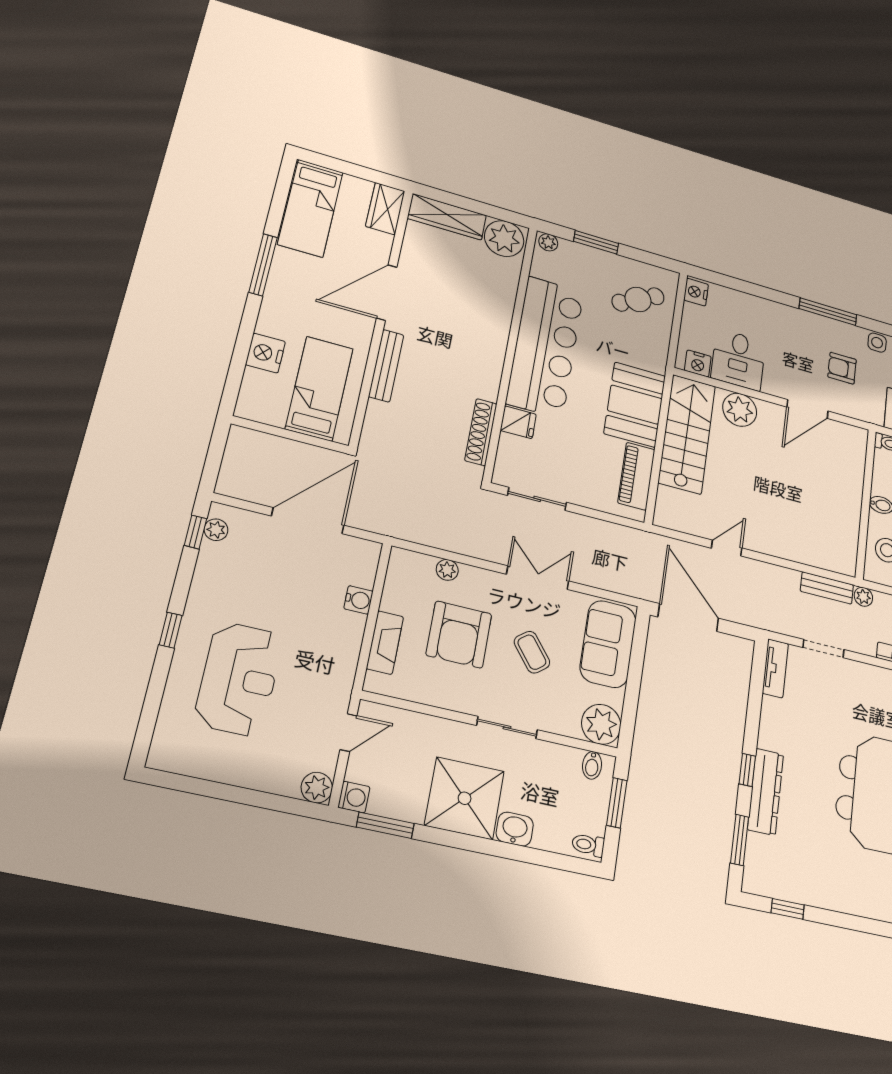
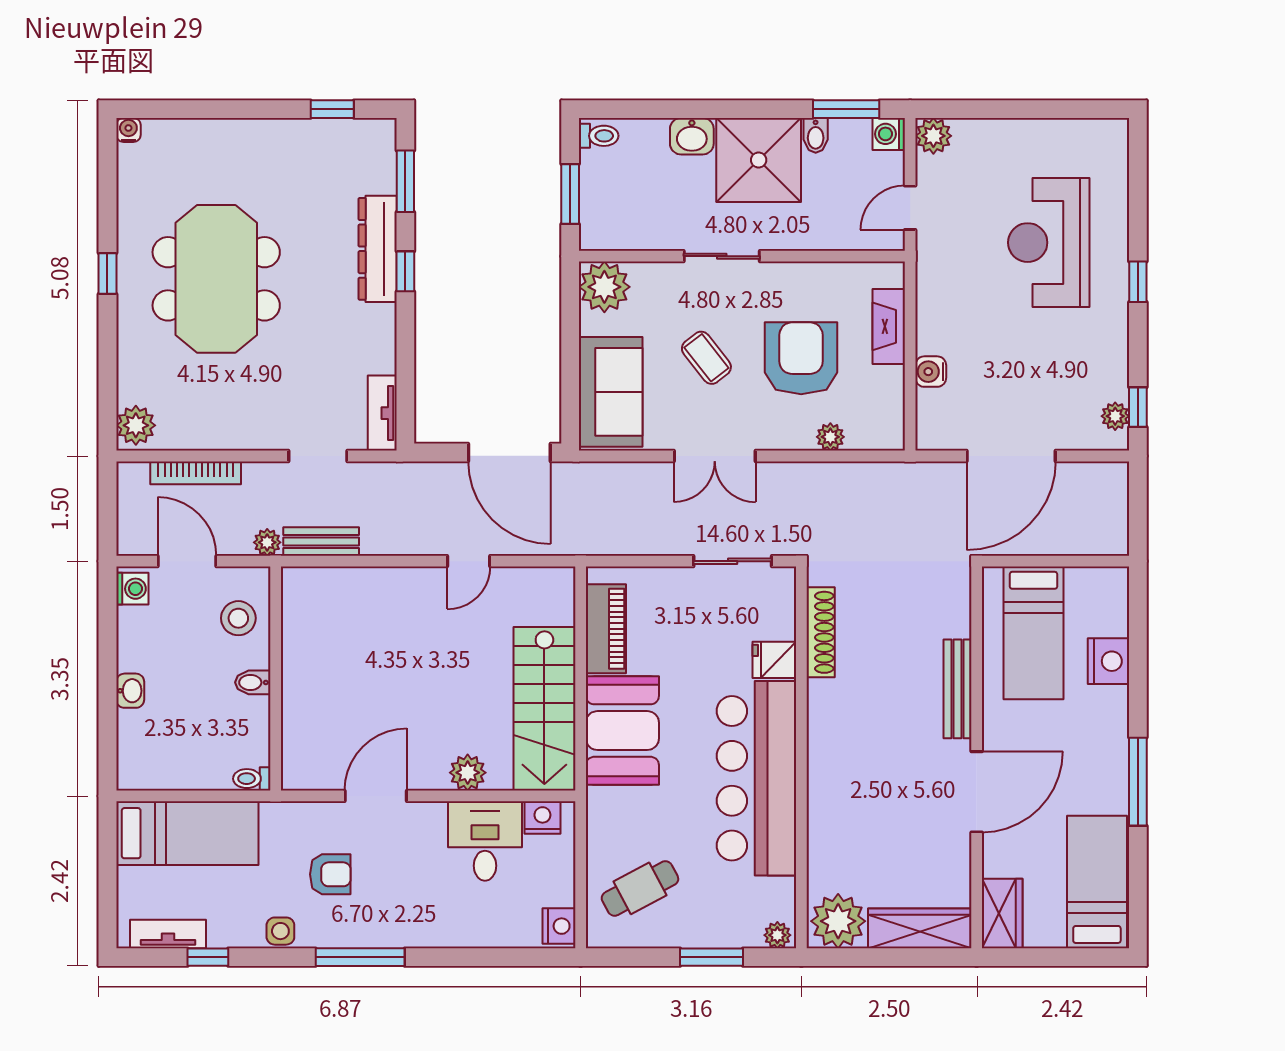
plant: (740, 410) -> (468, 773), width x0.73, depth x0.73
bidet: (592, 765) -> (816, 135), moved, turned 180

